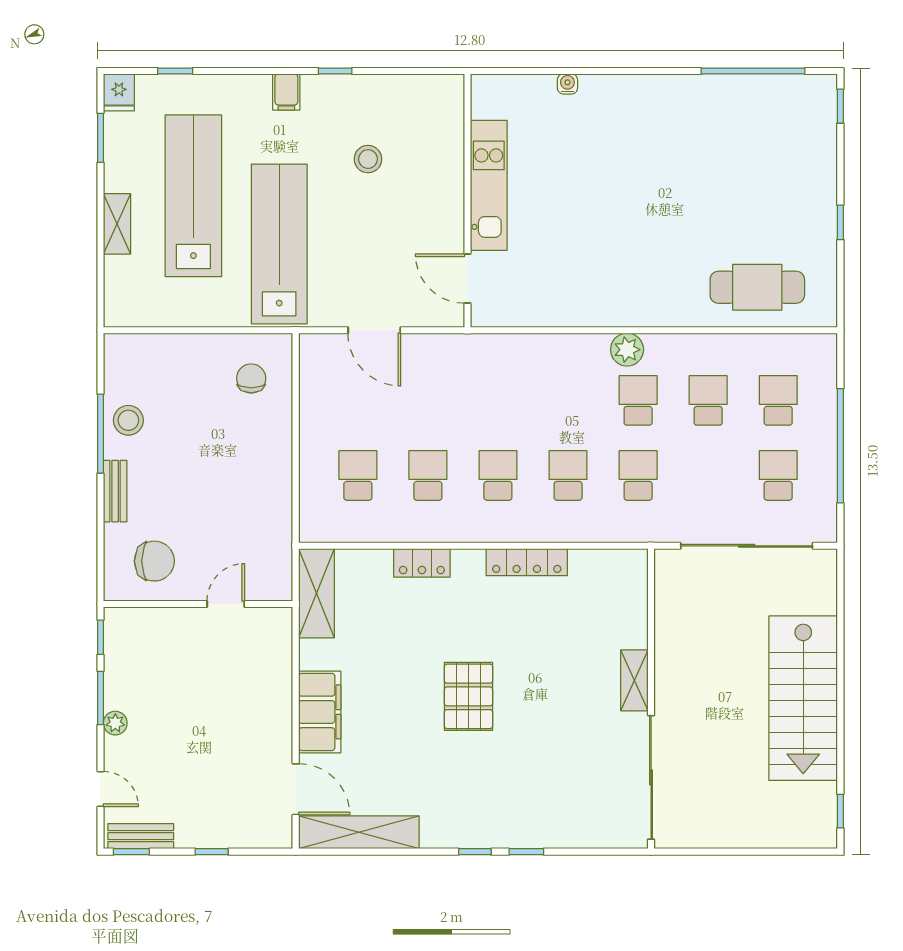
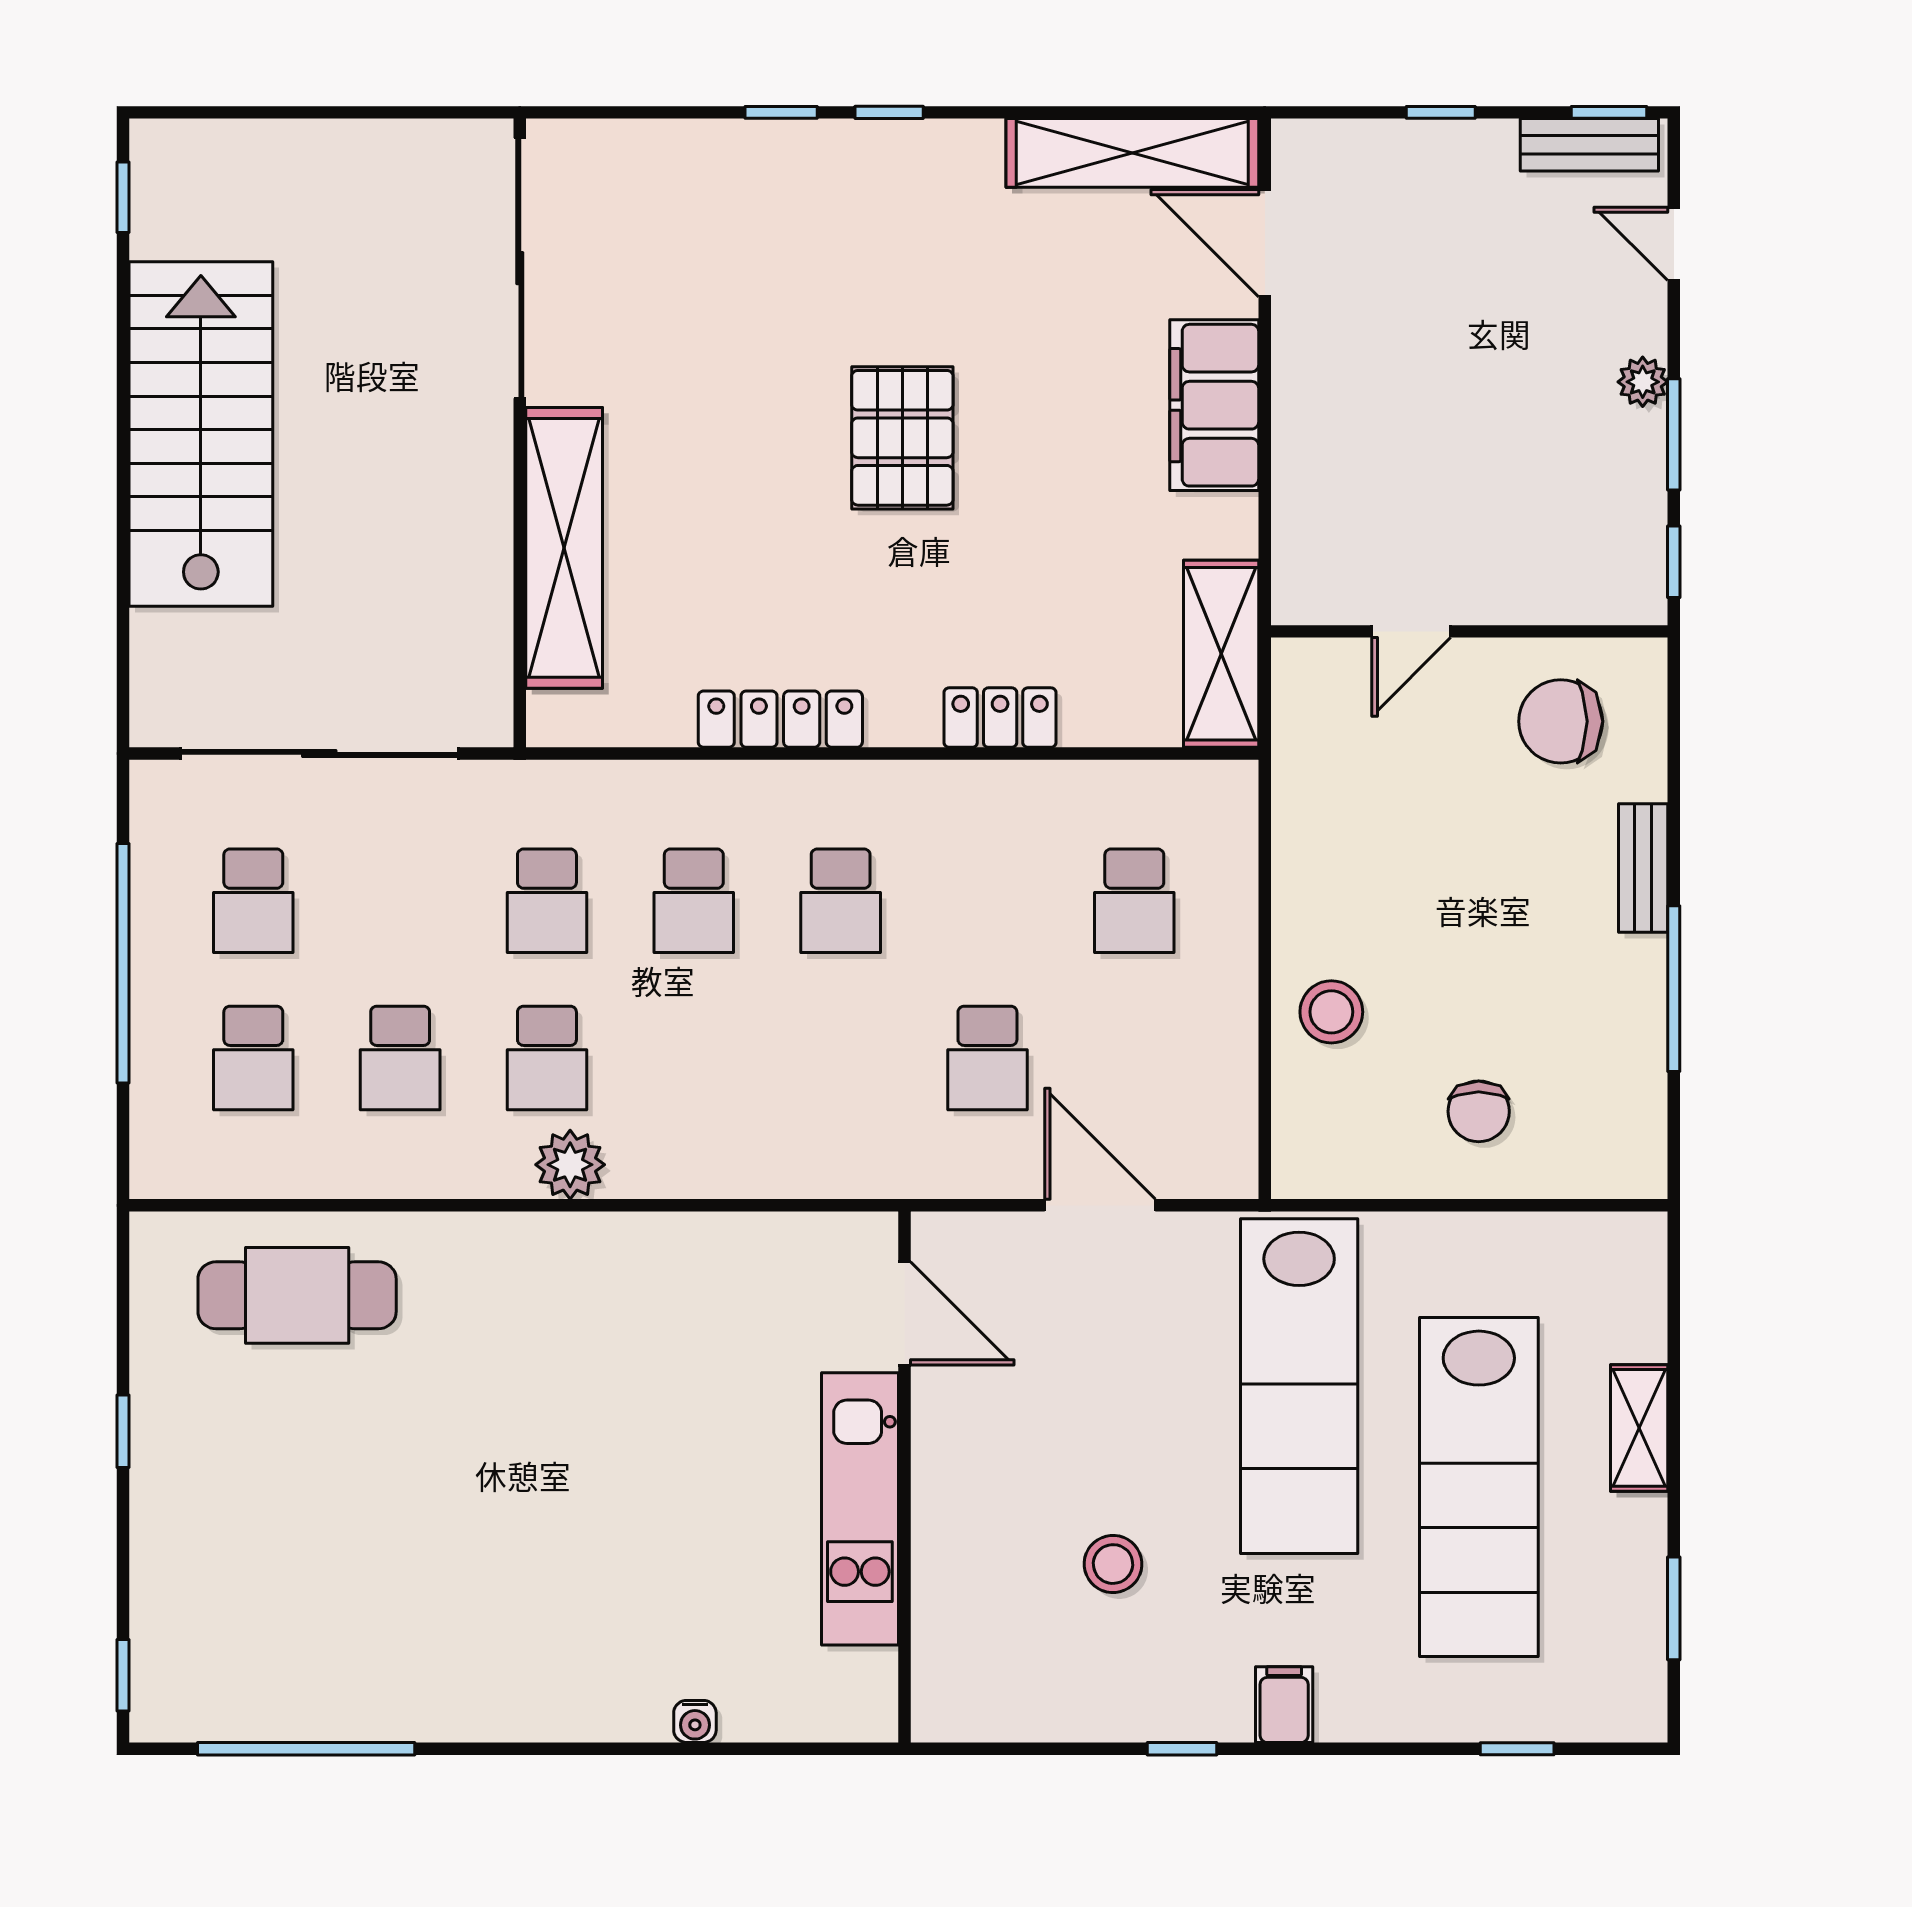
fridge: (119, 92) -> (1635, 1704), removed
chair: (251, 378) -> (1479, 1111), moved
stool: (128, 420) -> (1331, 1012), moved
school desk: (428, 475) -> (987, 1058), moved
shelving: (634, 680) -> (564, 548), width x2.20, depth x1.33

